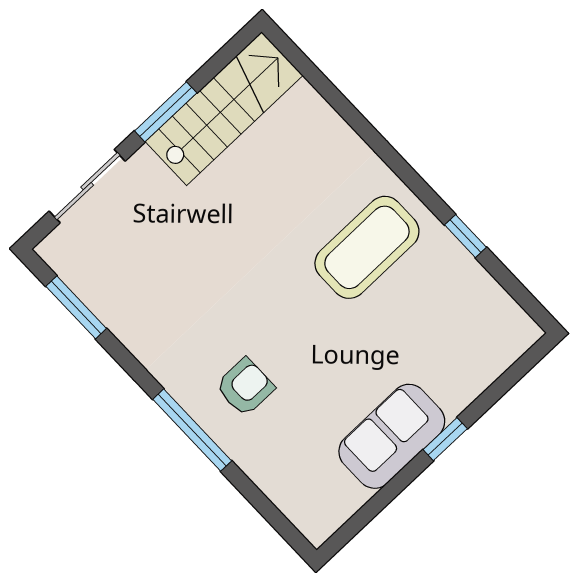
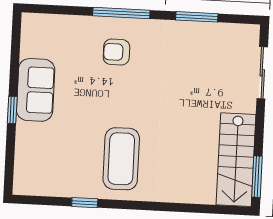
window: (166, 112) -> (257, 177), moved
window: (76, 307) -> (197, 17), moved
armchair: (245, 387) -> (116, 52), turned 90

